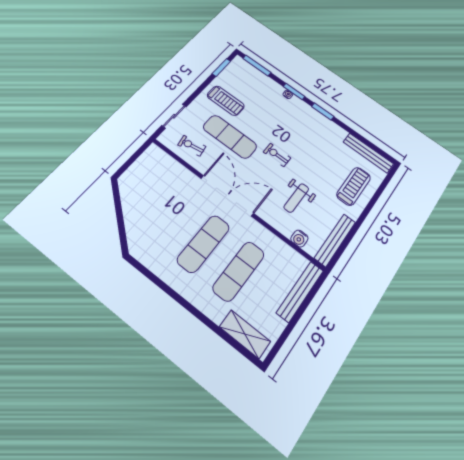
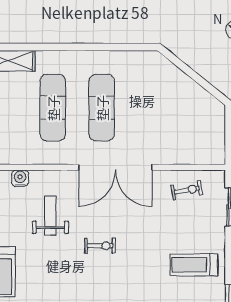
exercise mat: (230, 137) -> (159, 229), removed

